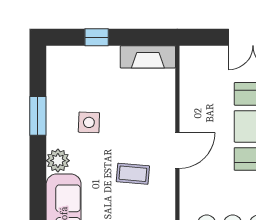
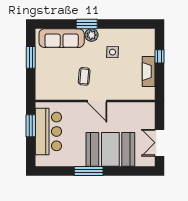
fireplace: (148, 57) -> (149, 71), moved
window: (38, 116) -> (87, 24), moved

